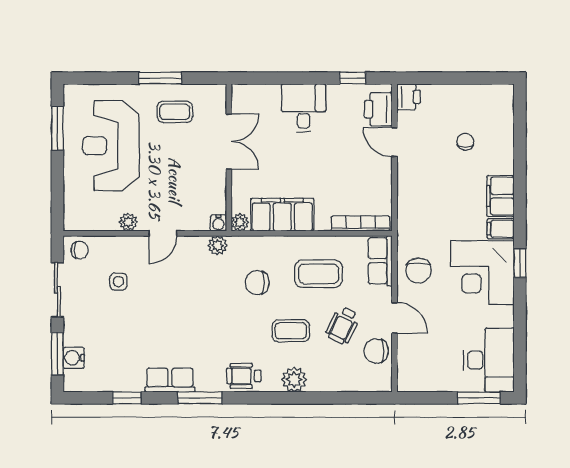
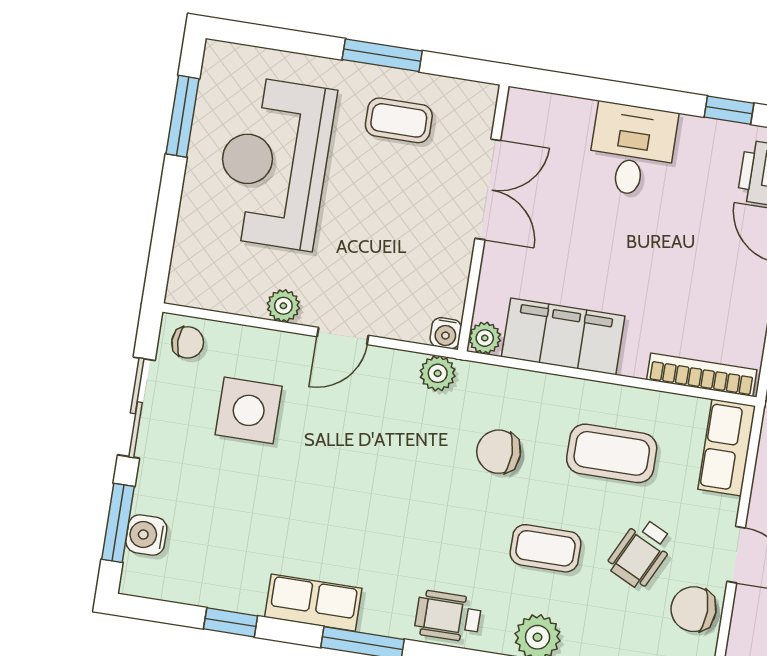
side table: (118, 282) -> (249, 410), width x1.87, depth x1.87

